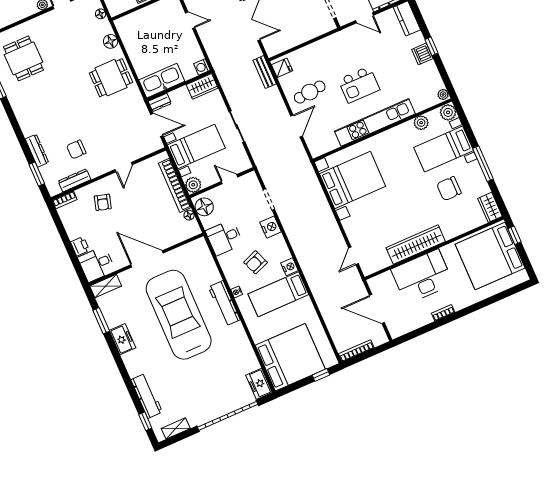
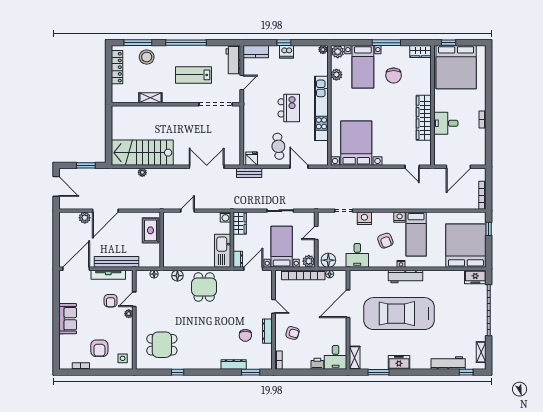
dresser: (74, 180) -> (267, 331), moved
door: (147, 259) -> (348, 304), moved
desk: (422, 277) -> (446, 123), width x0.53, depth x0.77

